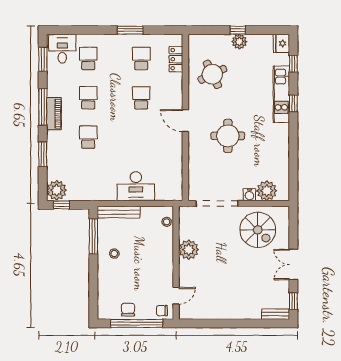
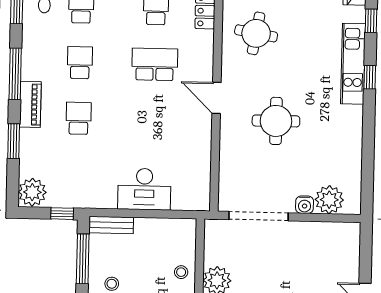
round table: (212, 74) -> (256, 33), turned 36
school desk: (141, 98) -> (155, 64), width x1.85
piano: (54, 114) -> (30, 104), moved
window: (61, 205) -> (62, 214), moved
bench: (119, 212) -> (111, 225), width x0.73
stool: (167, 222) -> (181, 272), moved
spiral stairs: (258, 230) -> (315, 255), removed

